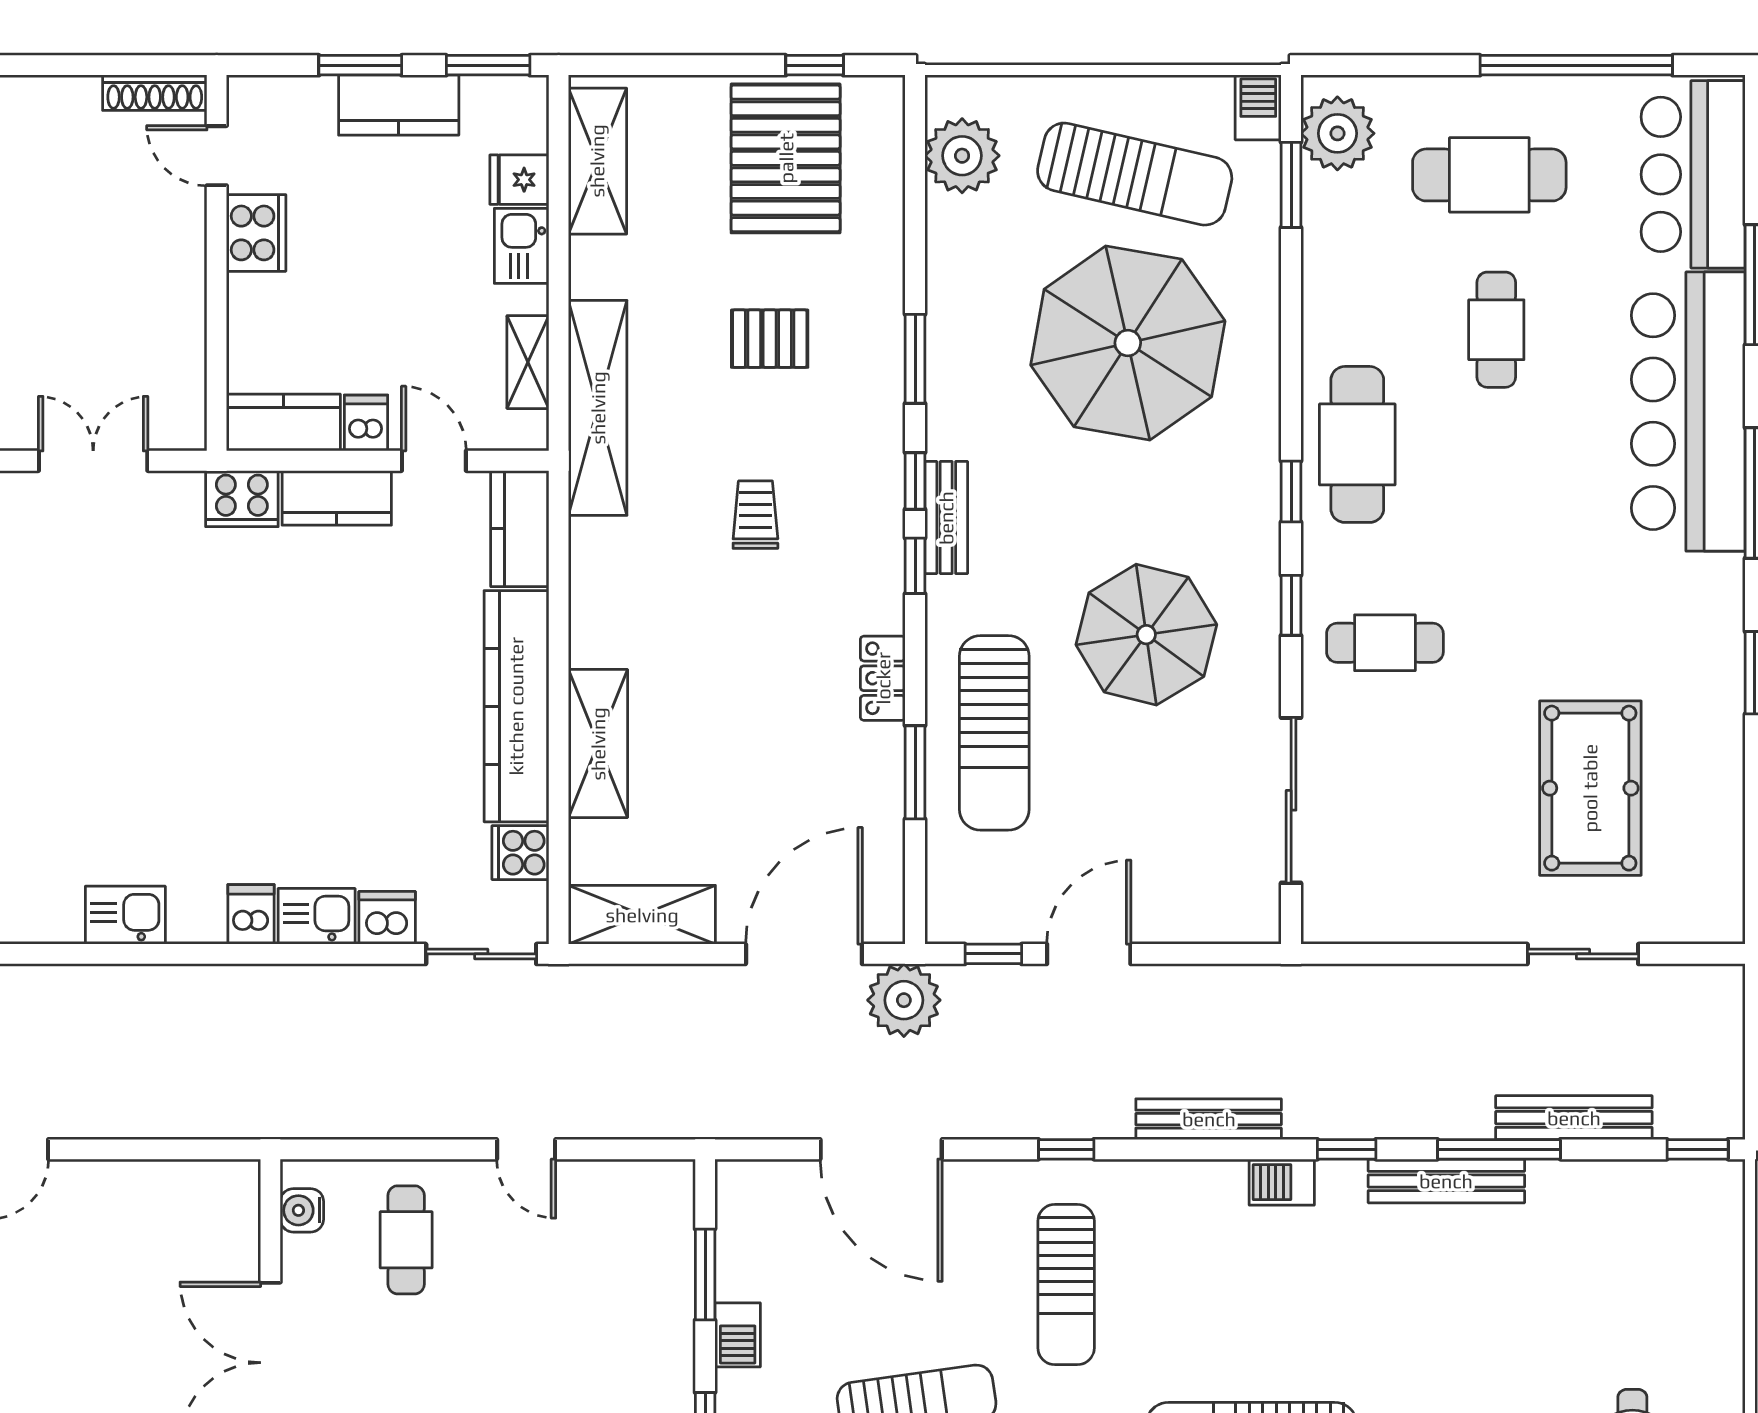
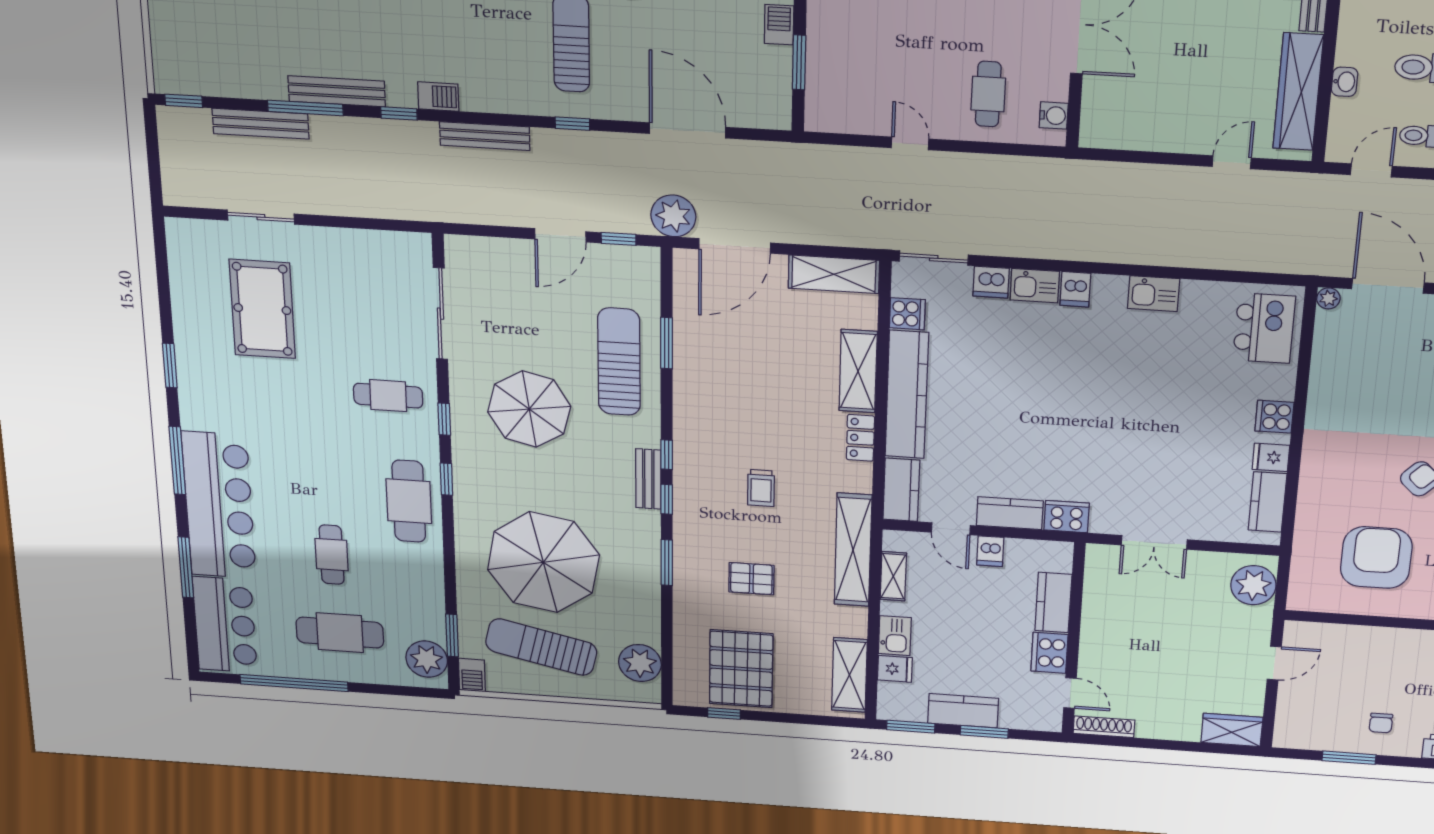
kitchen counter: (283, 423) -> (1053, 602), moved, turned 90
locker: (883, 678) -> (860, 438), moved, turned 180

